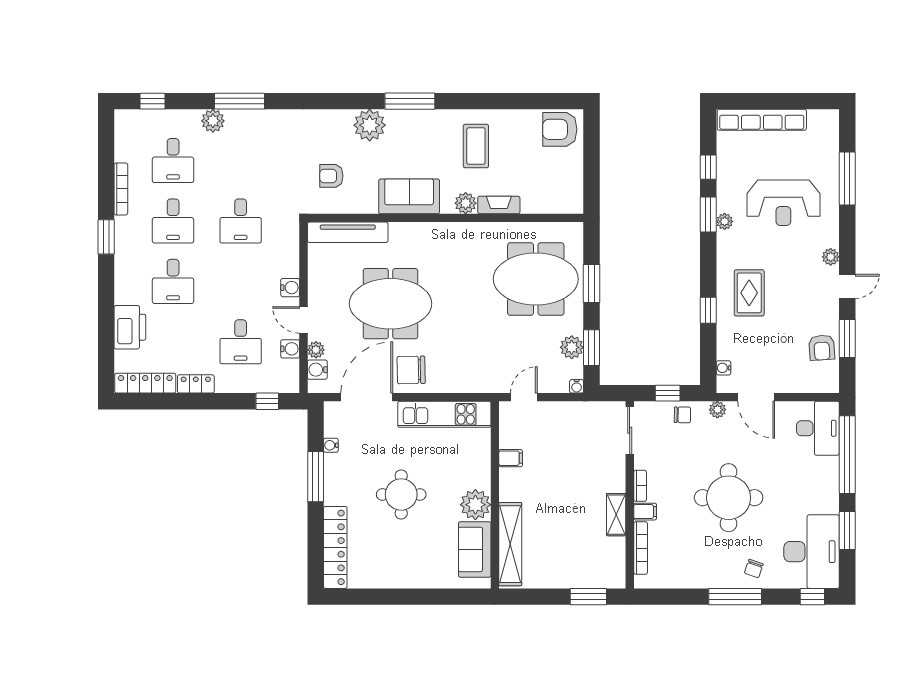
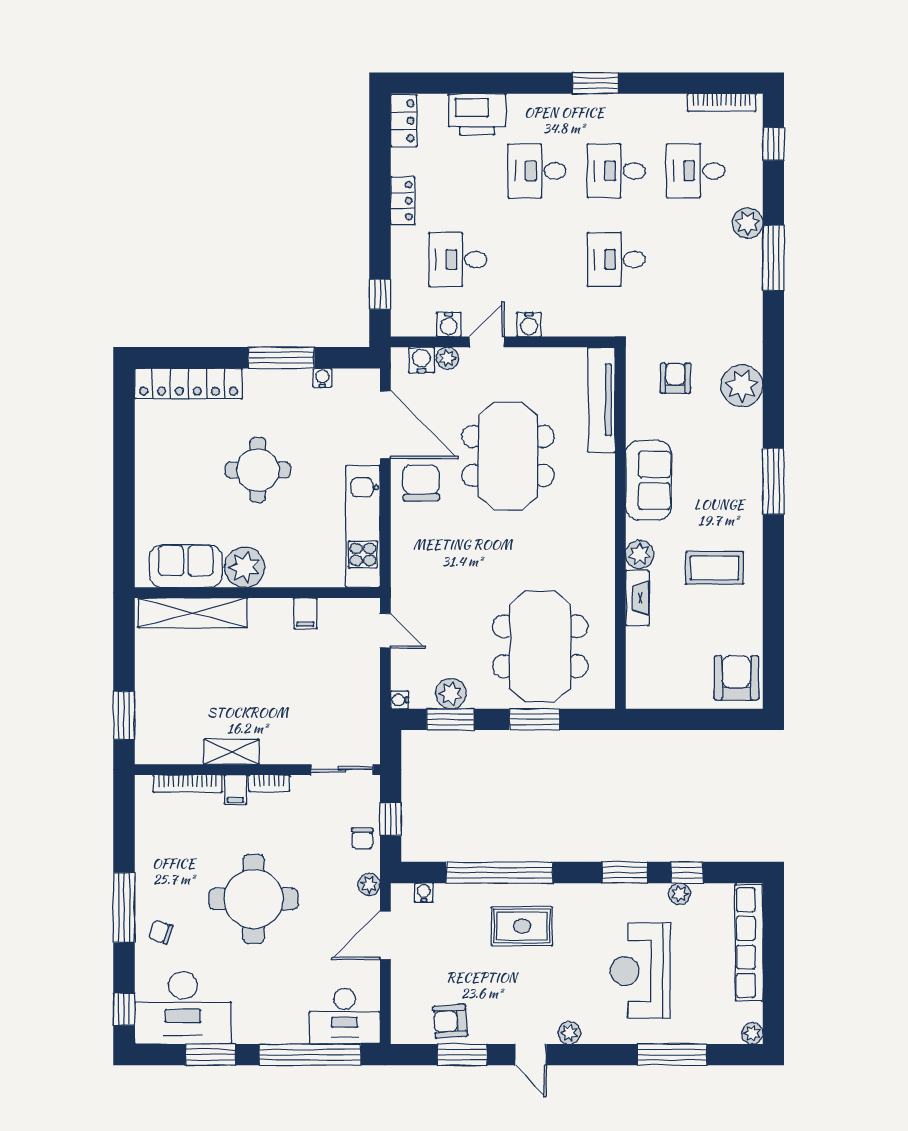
plant: (831, 117) -> (752, 1033), added
plant: (370, 125) -> (742, 386), moved
bookcase: (121, 189) -> (722, 102), moved
plant: (725, 221) -> (680, 894), moved
window: (708, 310) -> (499, 872), width x3.17
locker: (145, 383) -> (404, 121), width x0.66

